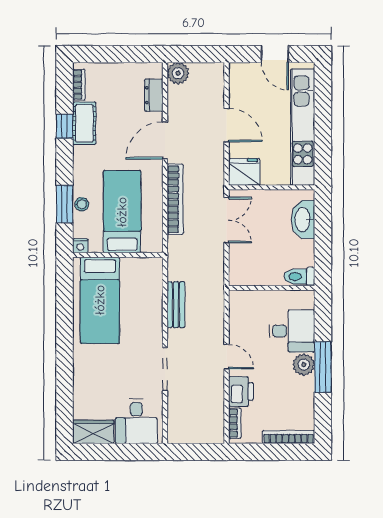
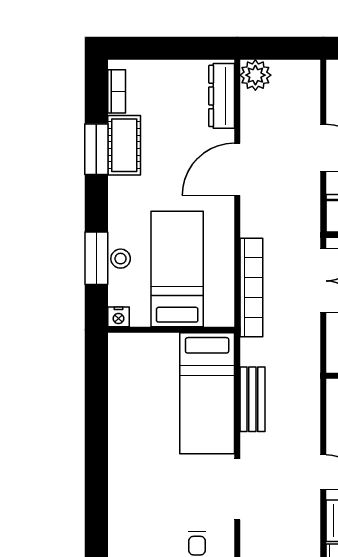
dresser: (154, 95) -> (222, 96), width x1.44
window: (65, 126) -> (96, 149), width x1.50
bookcase: (175, 199) -> (251, 287), moved
bed: (100, 300) -> (207, 393), moved

